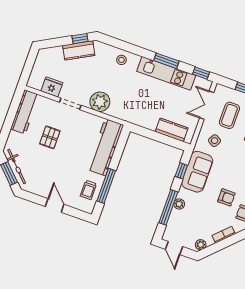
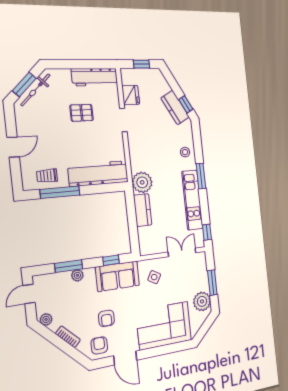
window: (166, 61) -> (201, 176), moved
window: (29, 64) -> (141, 64), added
plant: (100, 102) -> (142, 182), moved
coffee table: (229, 115) -> (183, 278), removed
kitchen counter: (172, 130) -> (143, 210), moved
window: (168, 207) -> (69, 266), width x0.69

